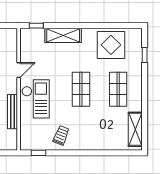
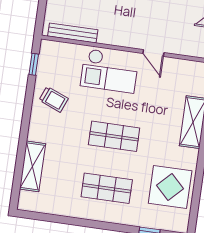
bench: (13, 112) -> (73, 33), moved
shelving: (135, 129) -> (33, 166), moved, turned 90

